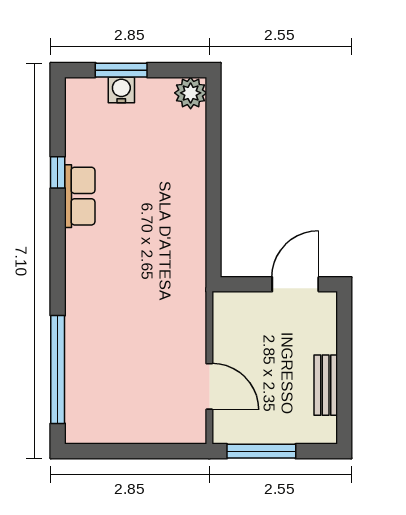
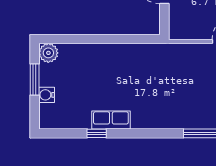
window: (121, 70) -> (35, 80), moved

